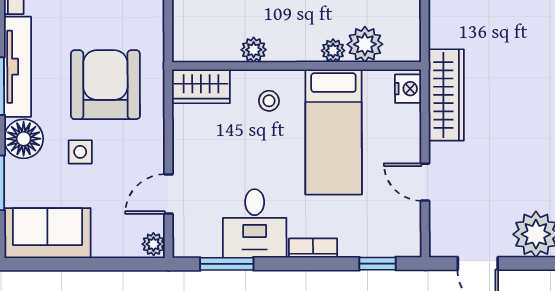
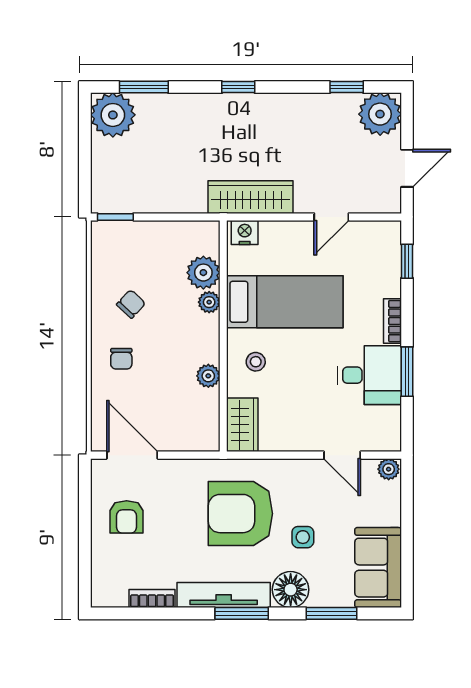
window: (227, 264) -> (407, 372), moved

